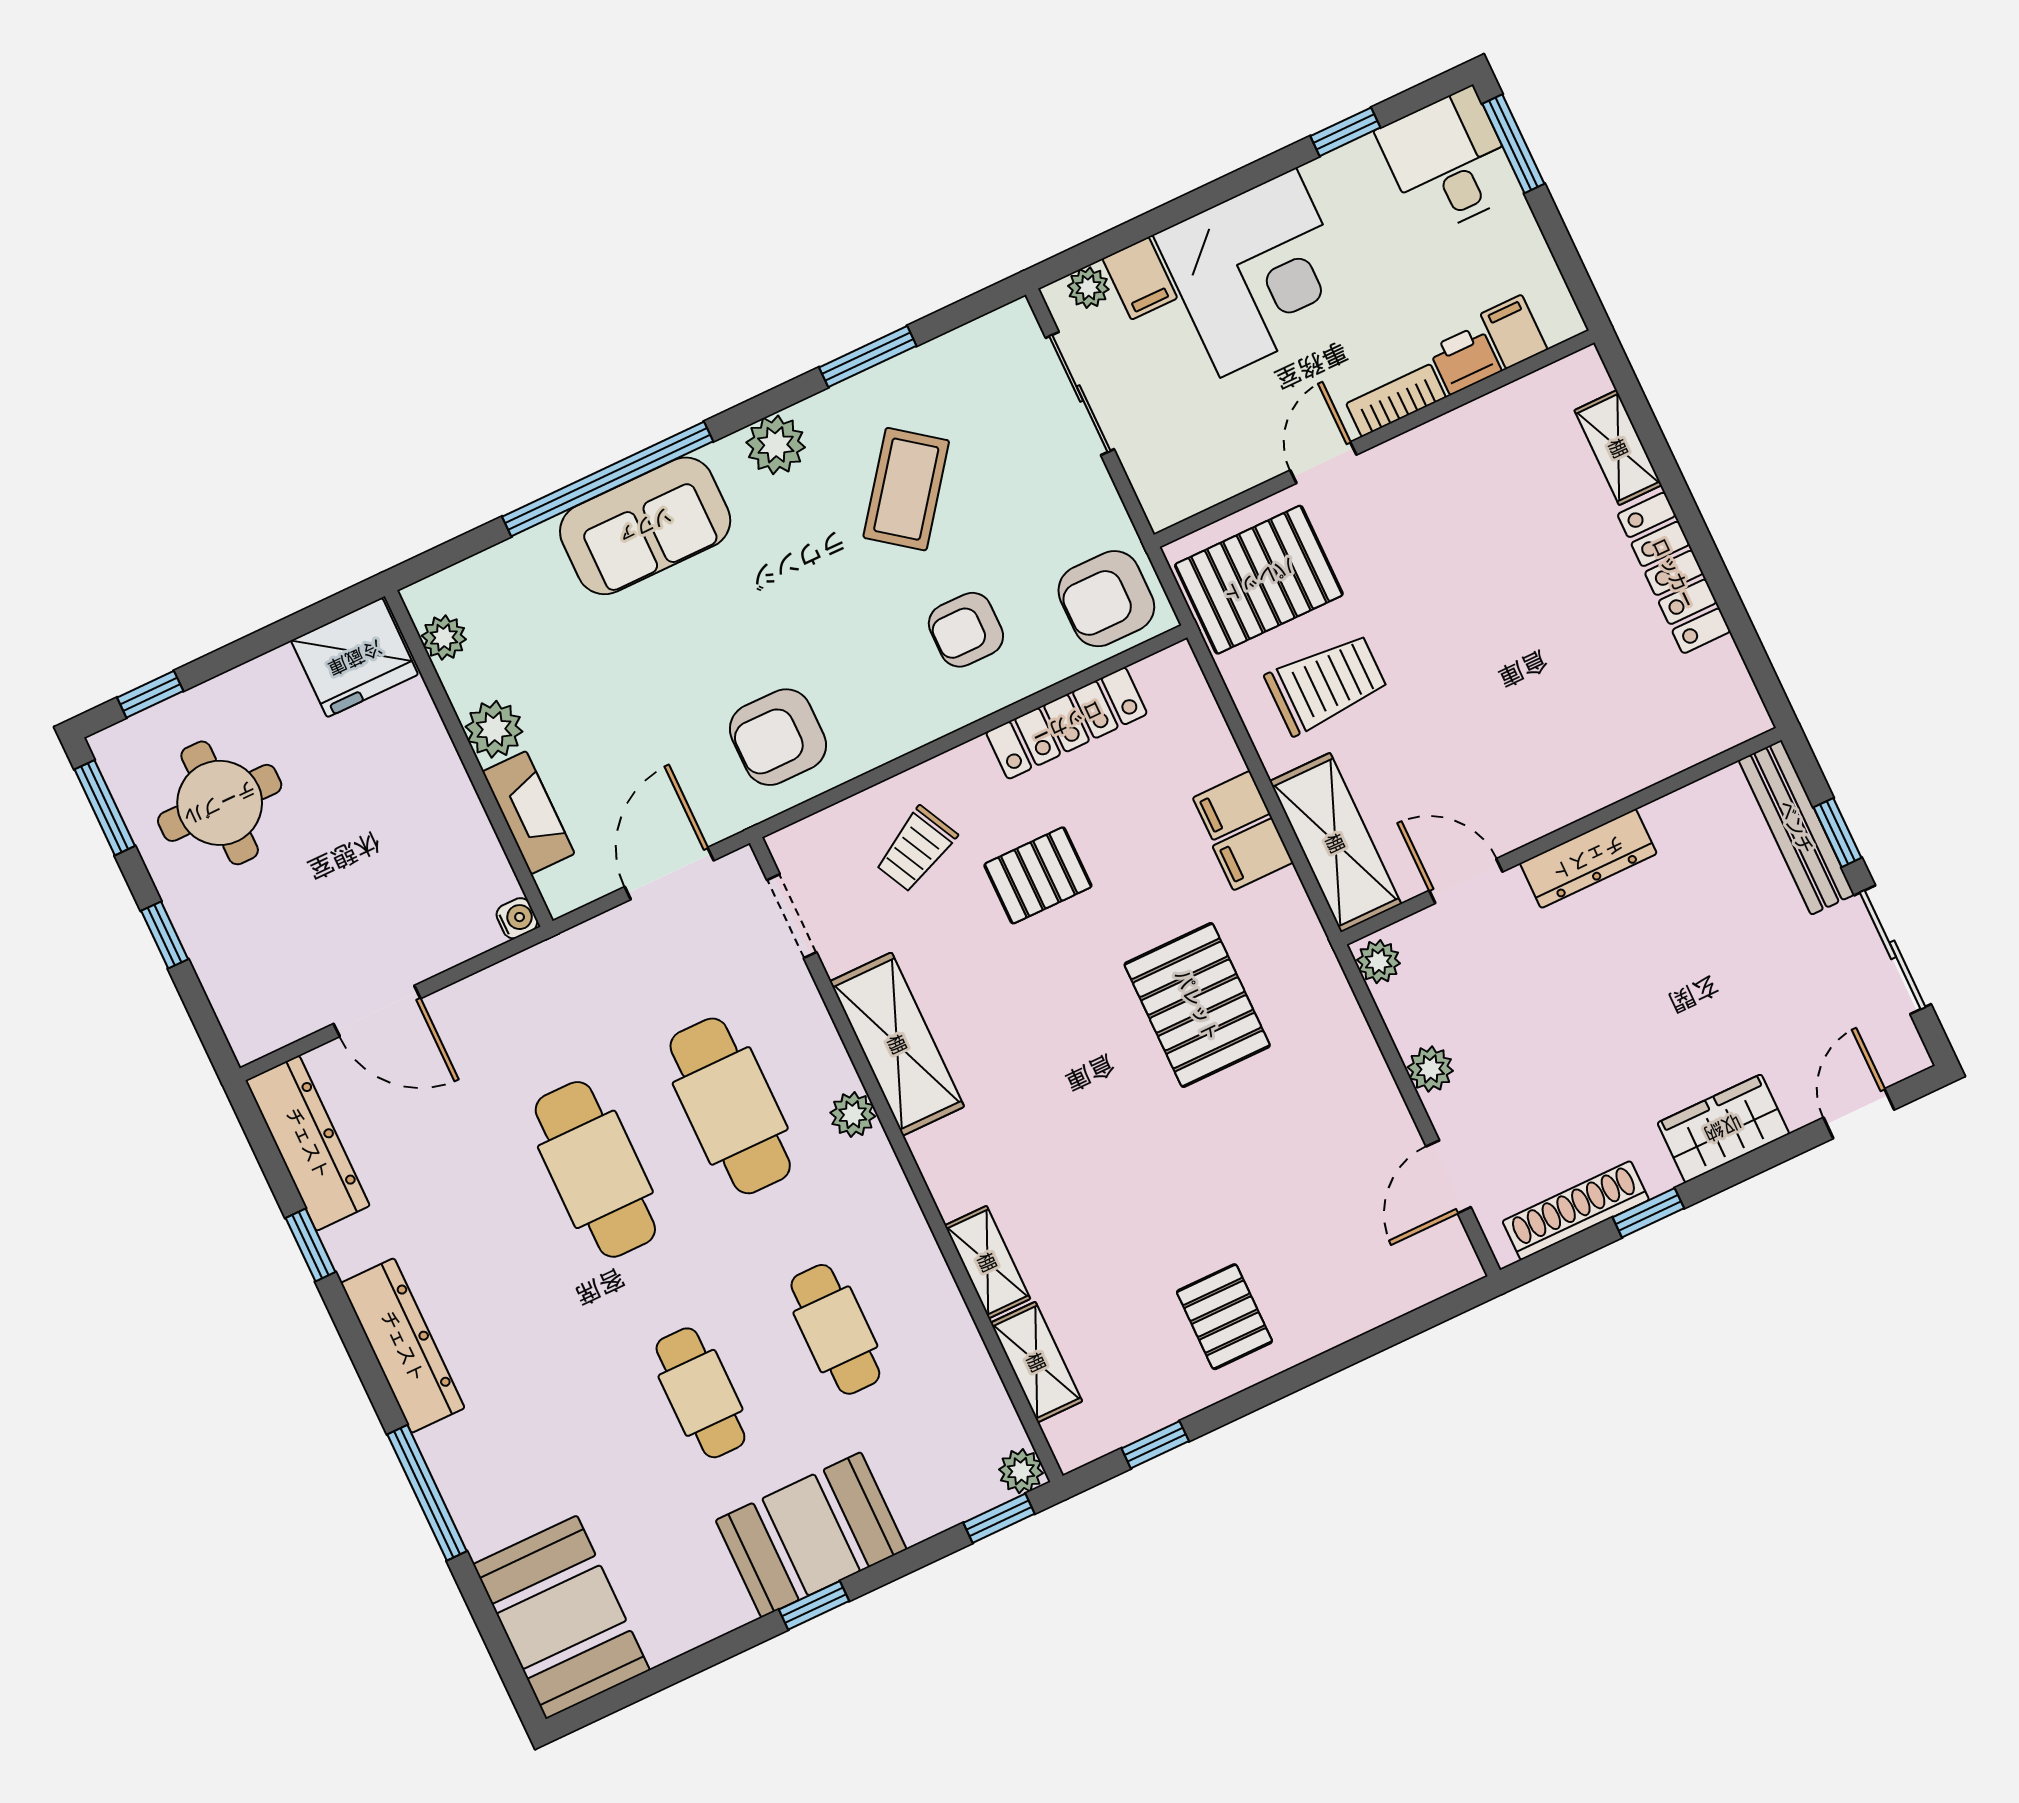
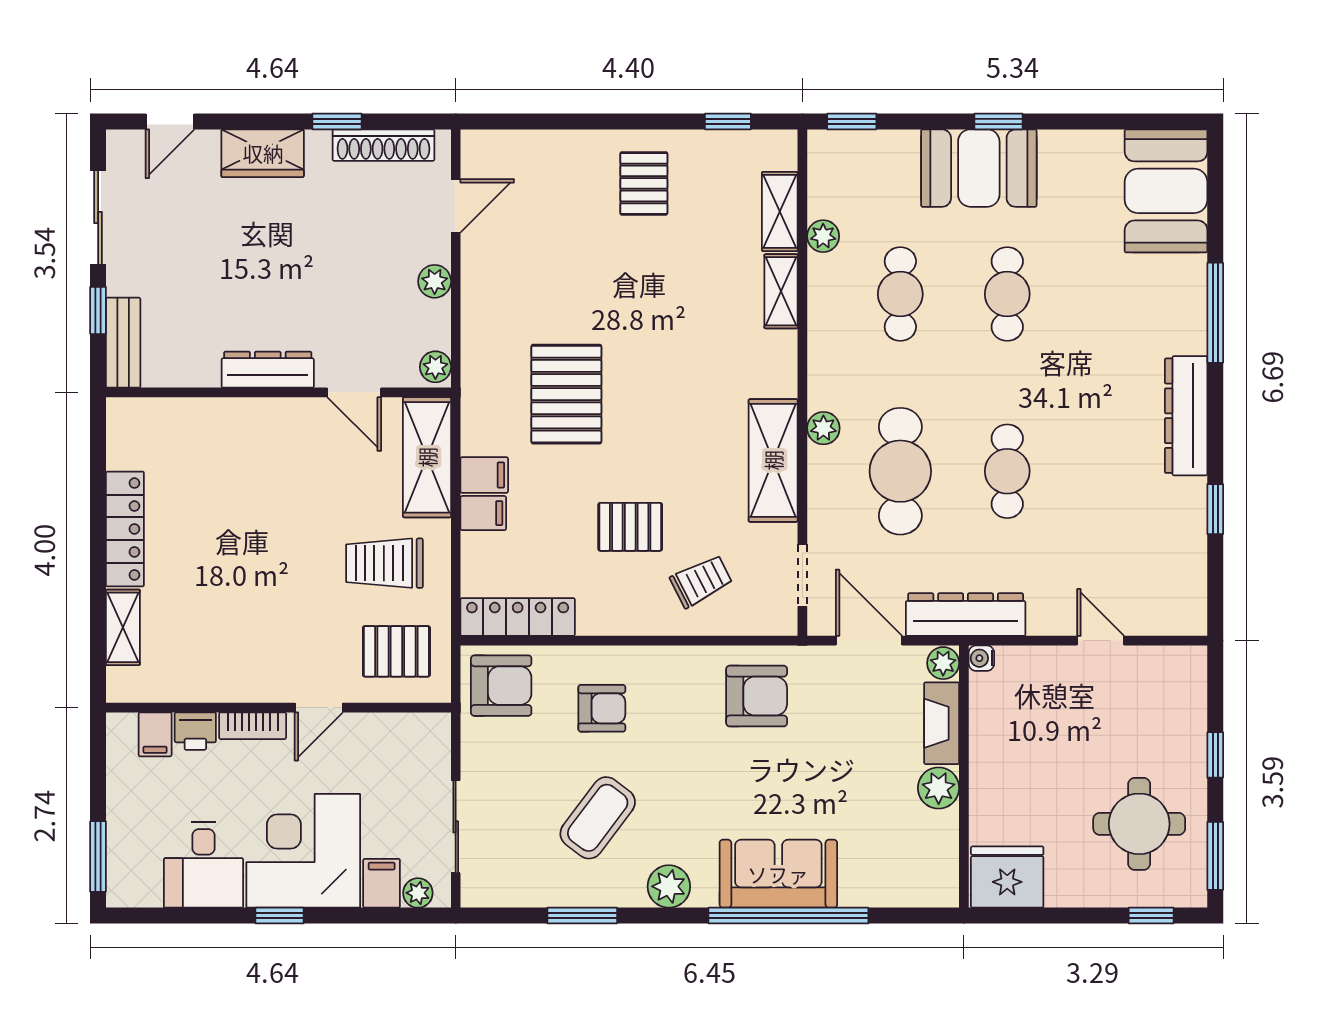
window: (1345, 132) -> (280, 916), moved
desk: (1448, 161) -> (204, 865), moved
pallet: (1259, 580) -> (396, 651), width x0.67, depth x0.71
plant: (444, 638) -> (943, 663), moved
locker: (1067, 723) -> (518, 617), moved
bench: (1796, 827) -> (123, 343), width x0.73
door: (669, 874) -> (869, 641), swing flipped
door: (377, 1011) -> (1101, 641), width x0.73
dresser: (308, 1143) -> (966, 615), moved, turned 90
cafe table: (595, 1169) -> (1007, 471), width x0.73, depth x0.74
plant: (1021, 1471) -> (823, 236), moved

